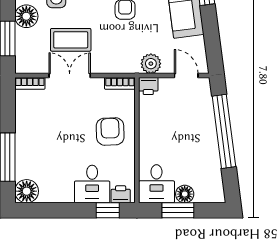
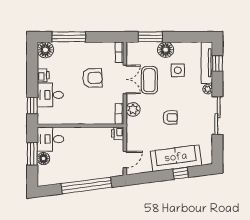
plant: (151, 64) -> (133, 109), moved
armchair: (110, 132) -> (92, 78), moved
printer: (121, 194) -> (43, 75), moved

